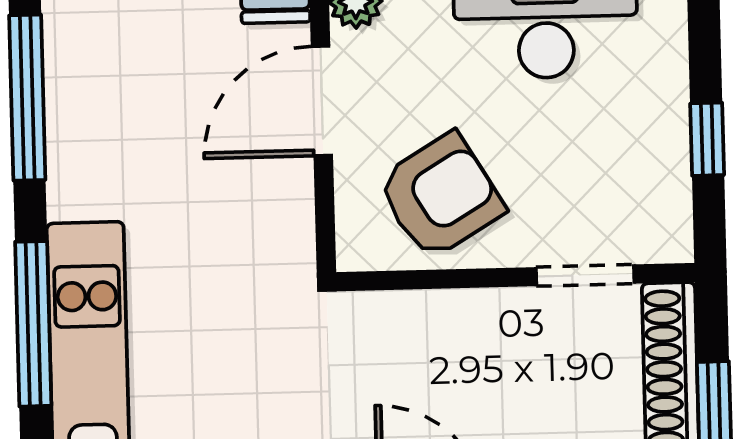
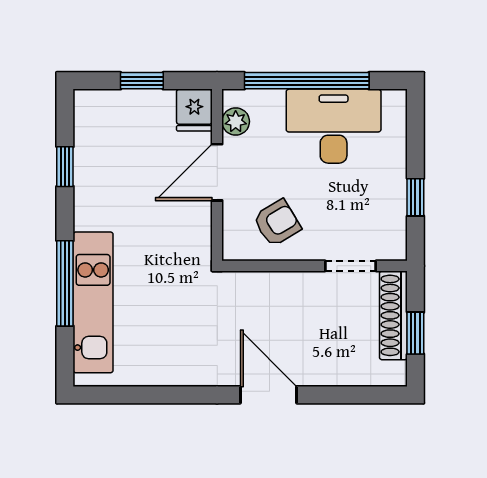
window: (27, 98) -> (65, 167), width x0.46
armchair: (441, 196) -> (277, 223), width x0.72, depth x0.72

